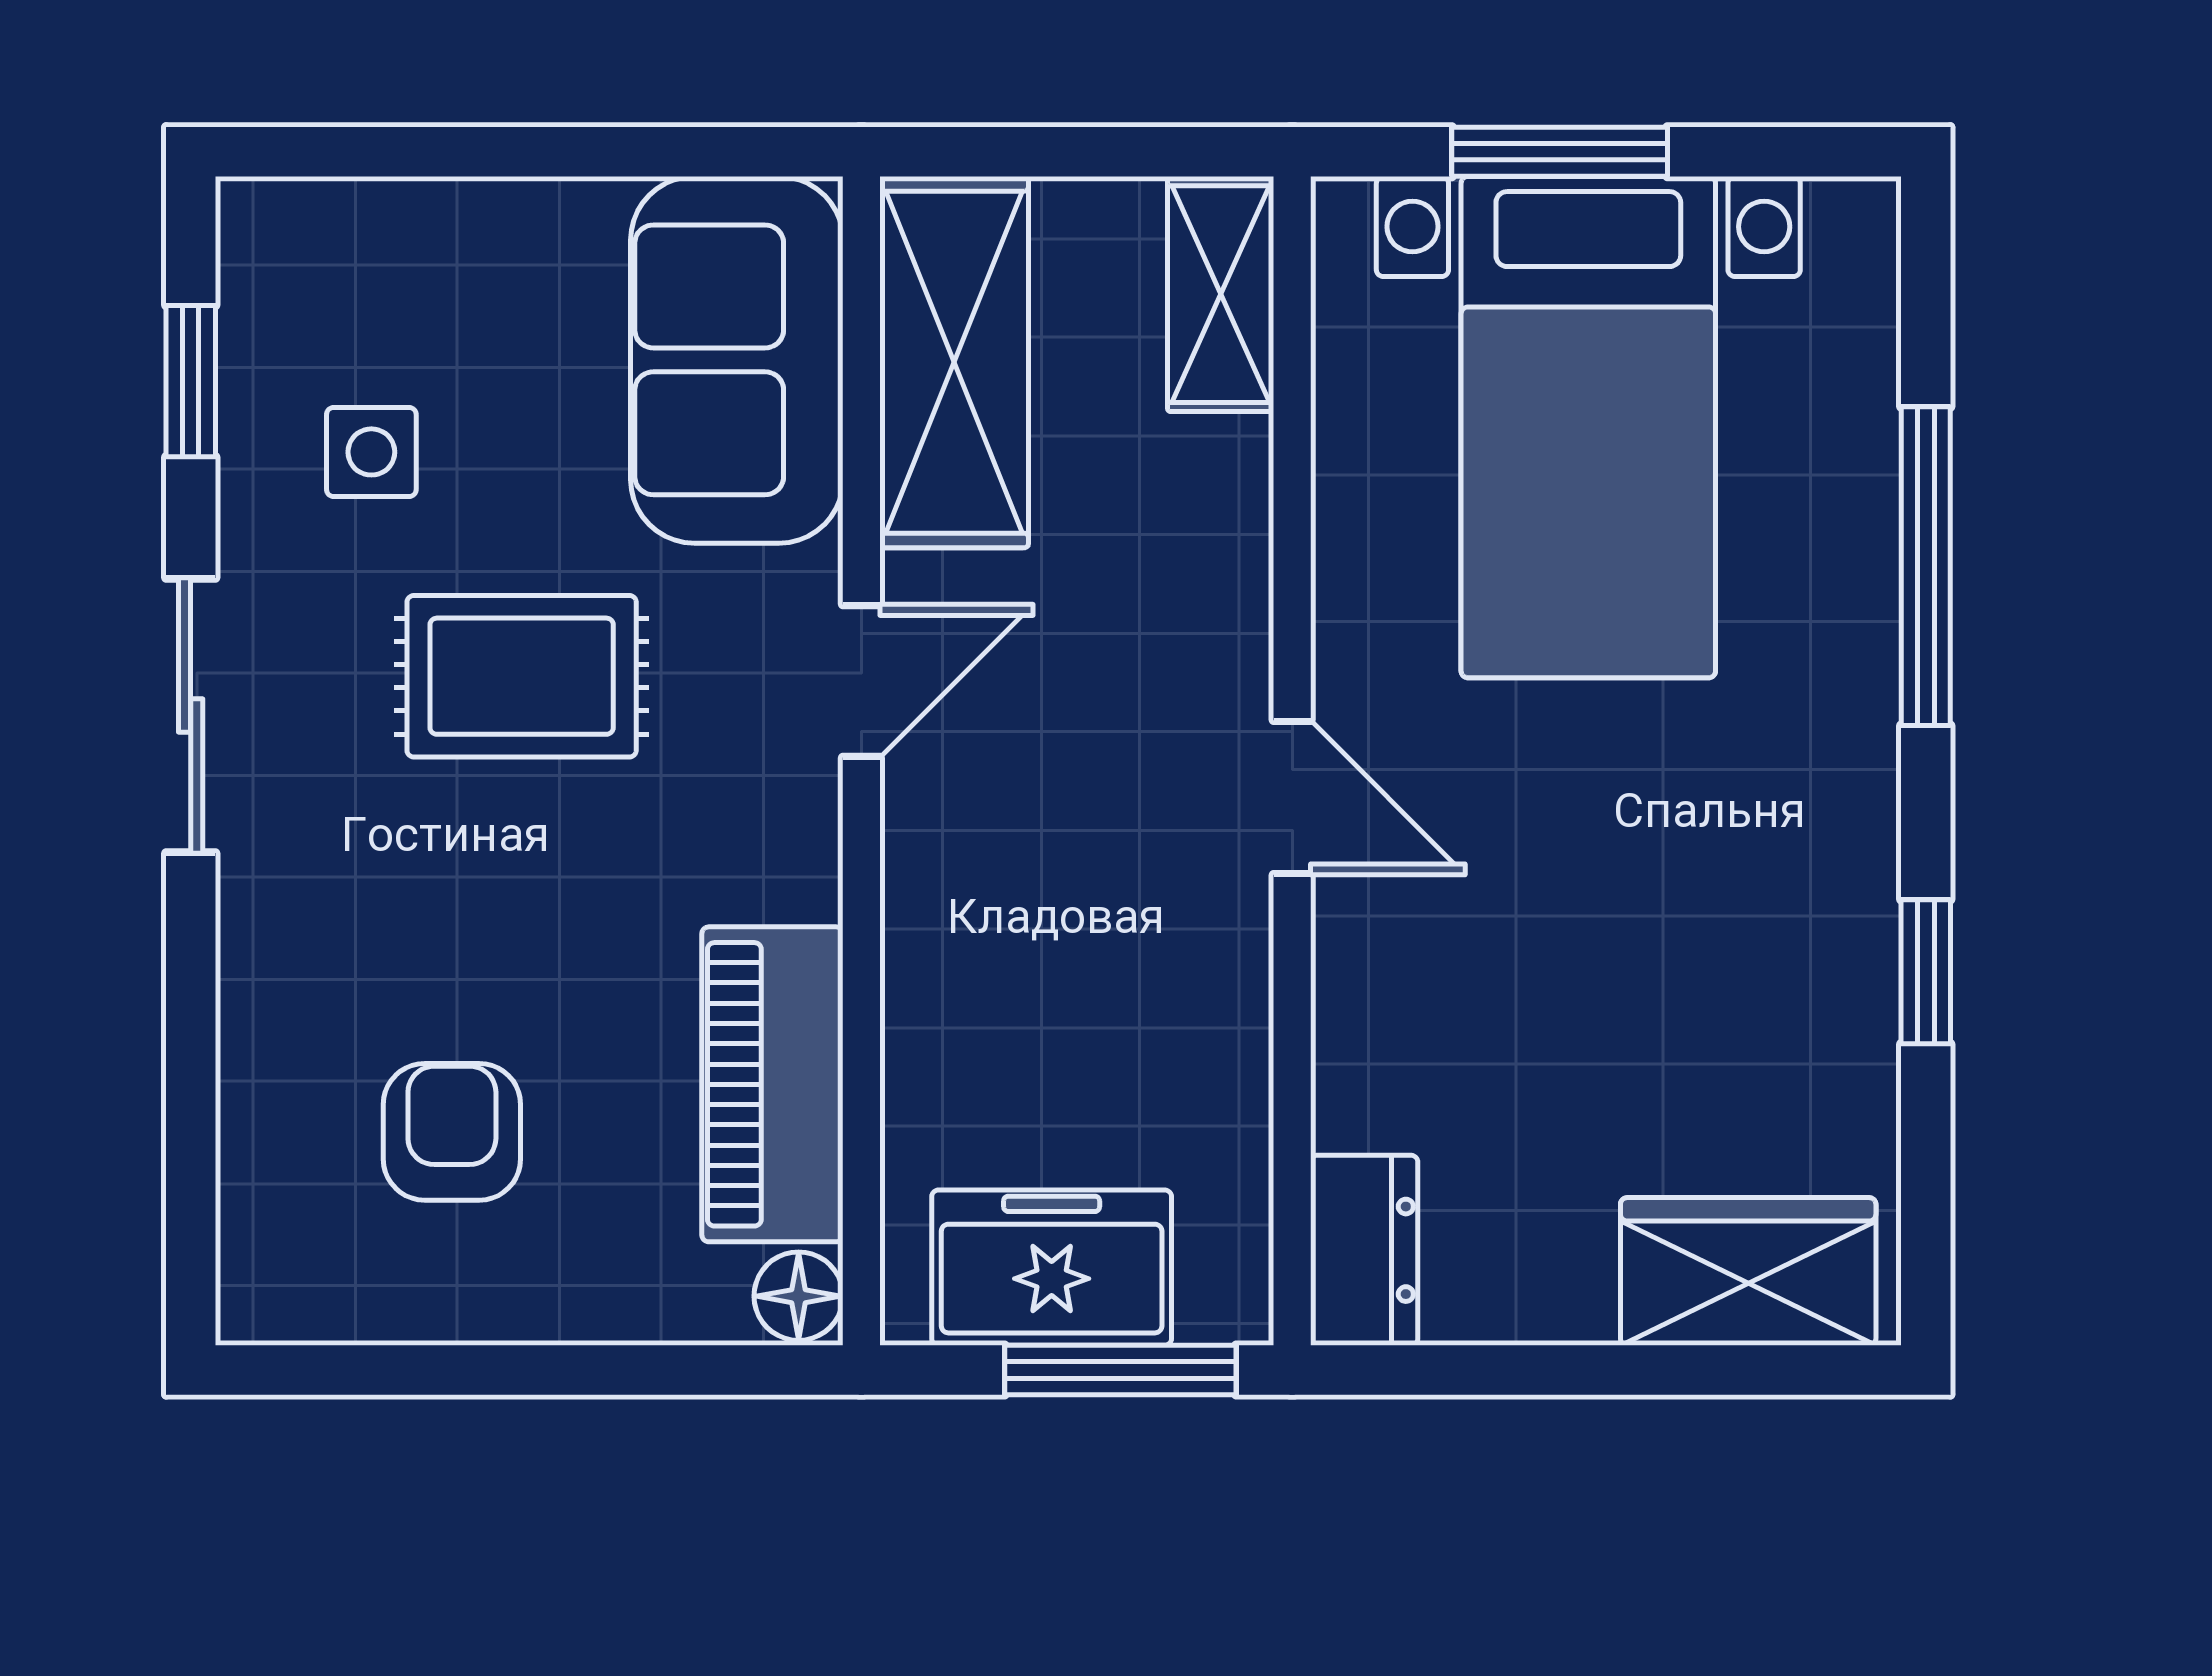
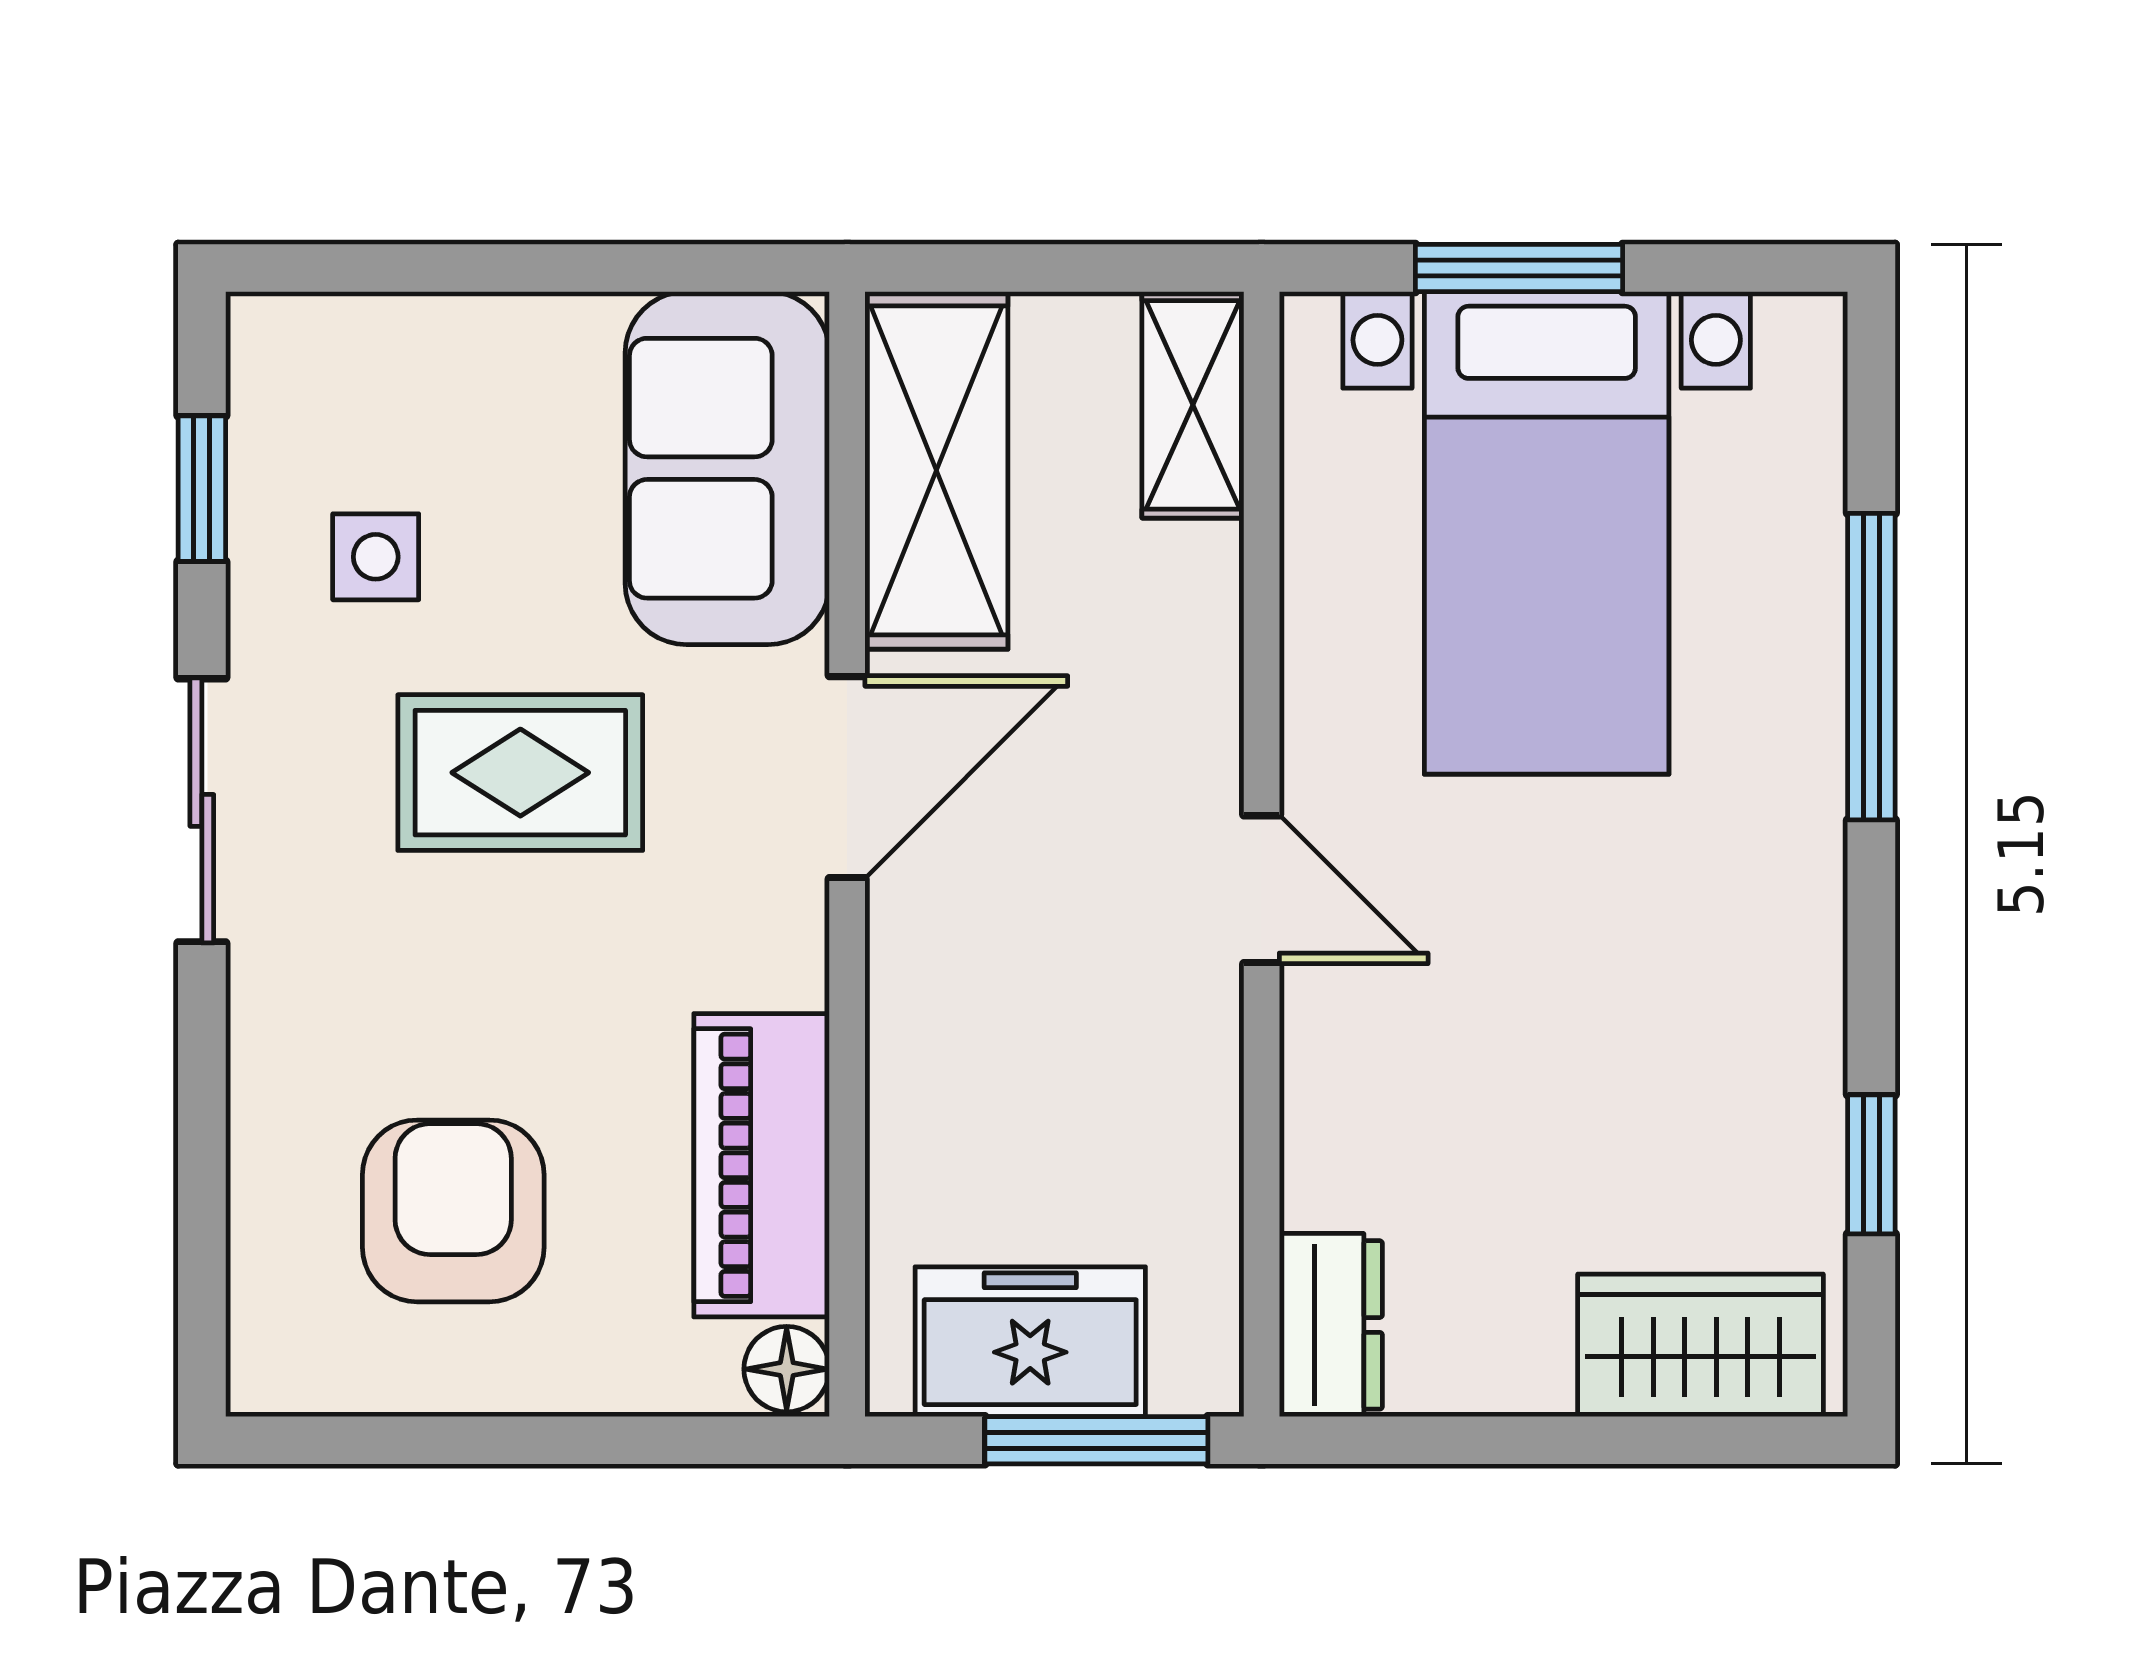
door: (861, 681) -> (847, 777), width x1.38
window: (1926, 972) -> (1871, 1164), moved
armchair: (452, 1132) -> (453, 1211), width x1.38, depth x1.38

